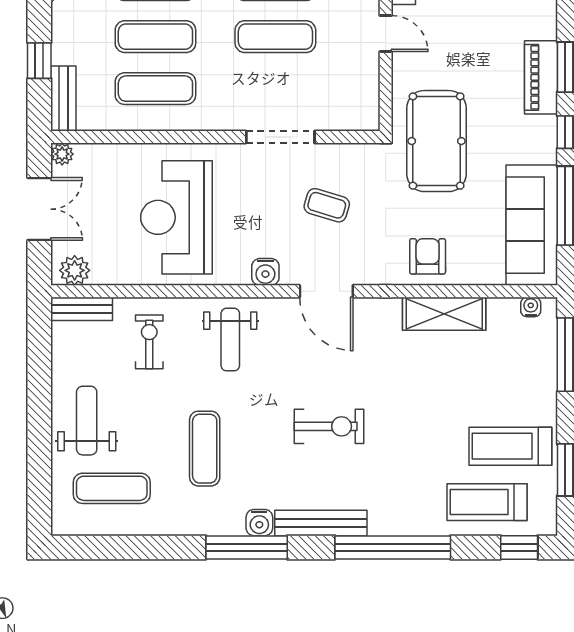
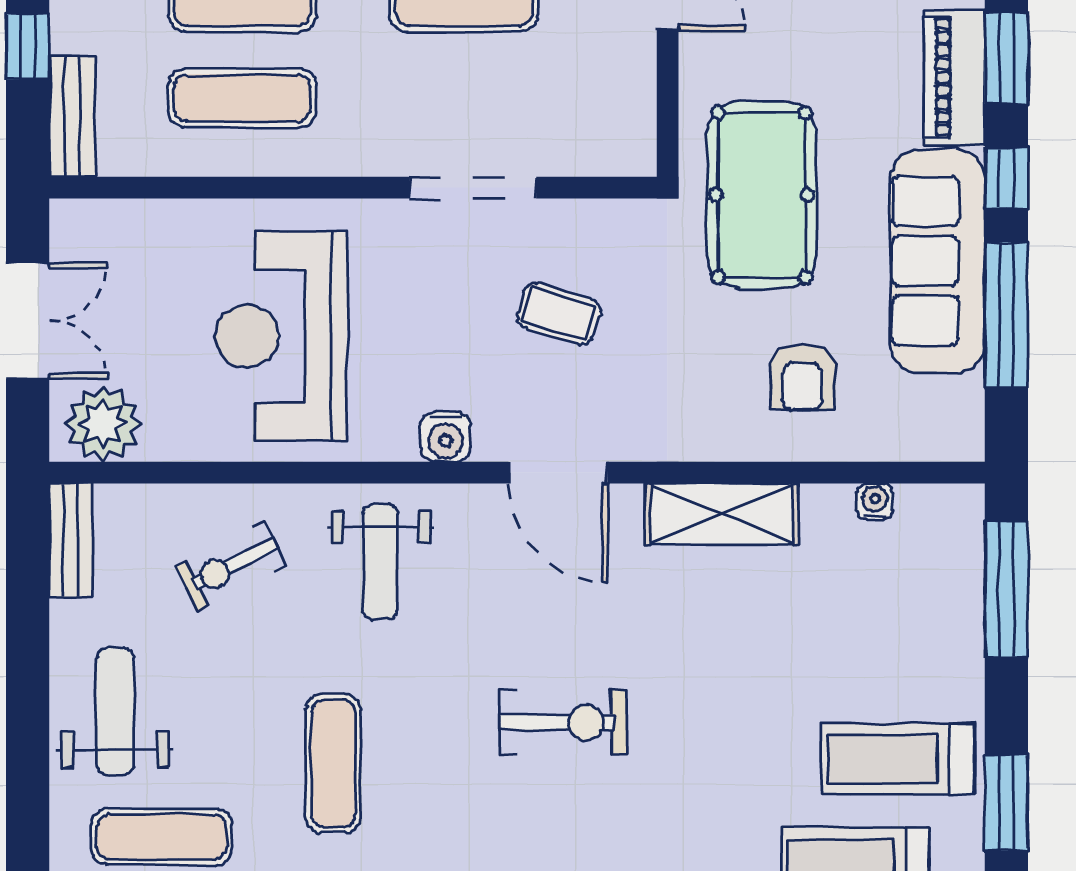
plant: (62, 154) -> (70, 219), removed
sofa: (532, 225) -> (938, 261), moved
armchair: (428, 256) -> (802, 377), moved, turned 180
plant: (75, 270) -> (103, 424), width x1.36, depth x1.36
water cooler: (531, 307) -> (875, 502), moved
bench: (82, 309) -> (71, 540), moved, turned 90
shelving: (444, 314) -> (722, 514), moved
exercise bike: (149, 342) -> (231, 566), turned -117

